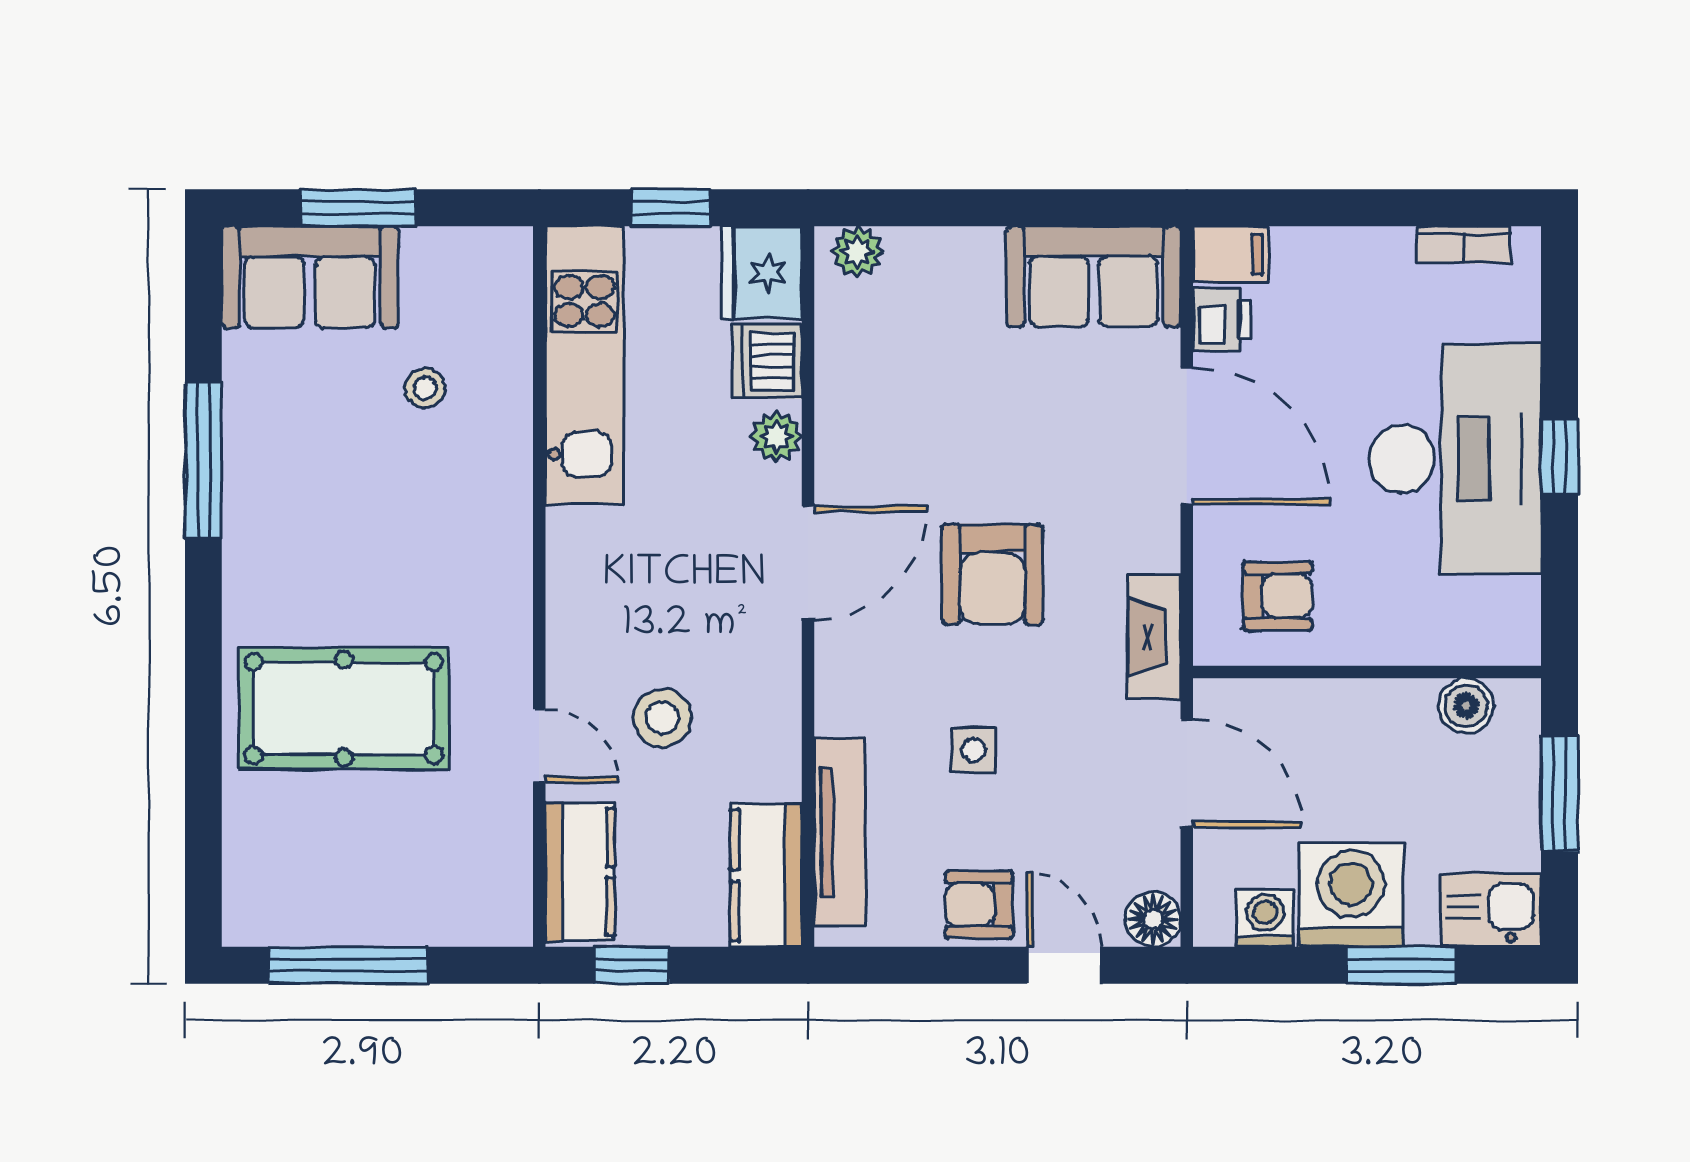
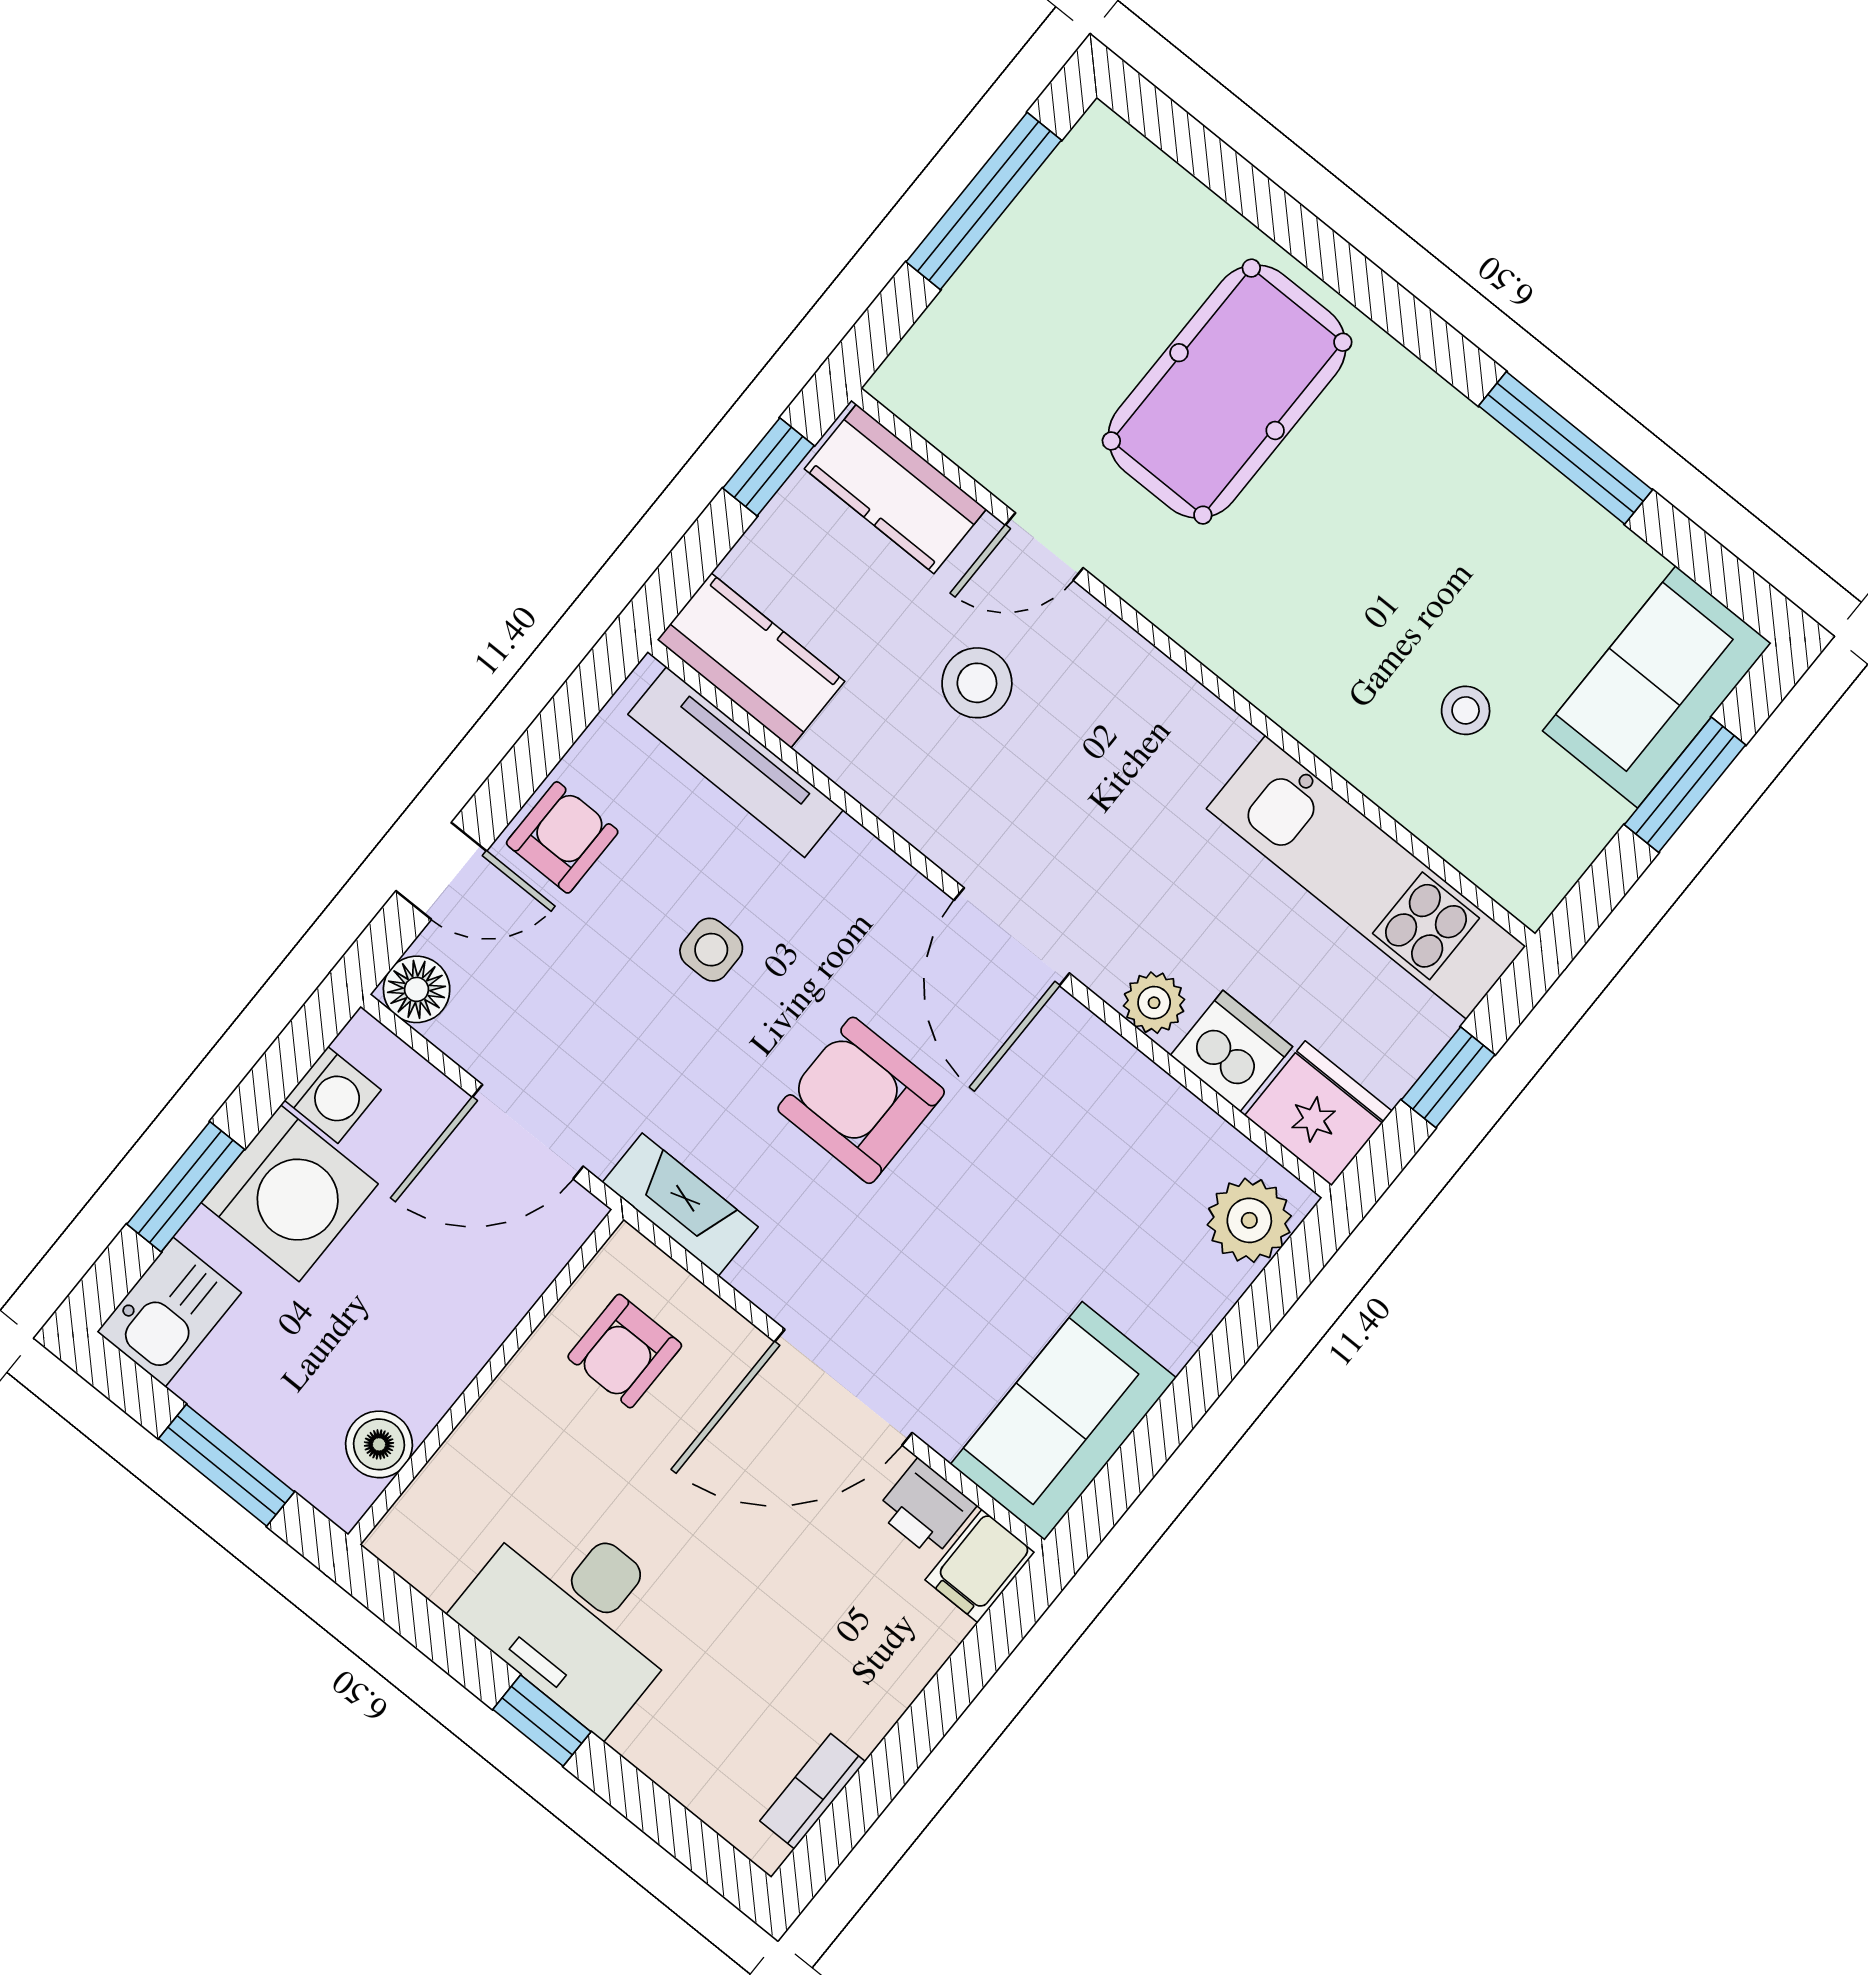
plant: (857, 252) -> (1249, 1220), width x1.38, depth x1.38
desk: (1455, 459) -> (575, 1616), width x0.73, depth x0.77

